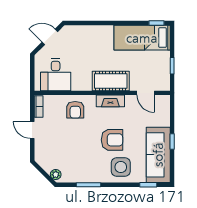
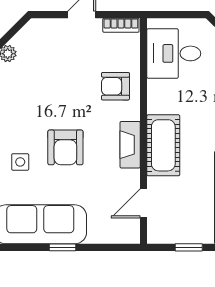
side table: (121, 167) -> (20, 162), width x0.54, depth x0.54

